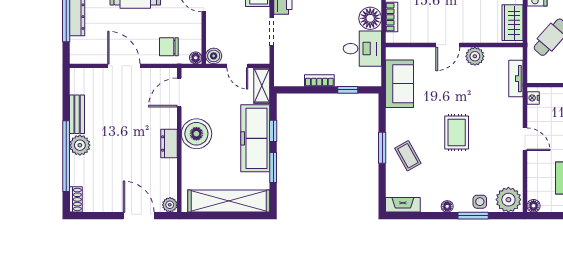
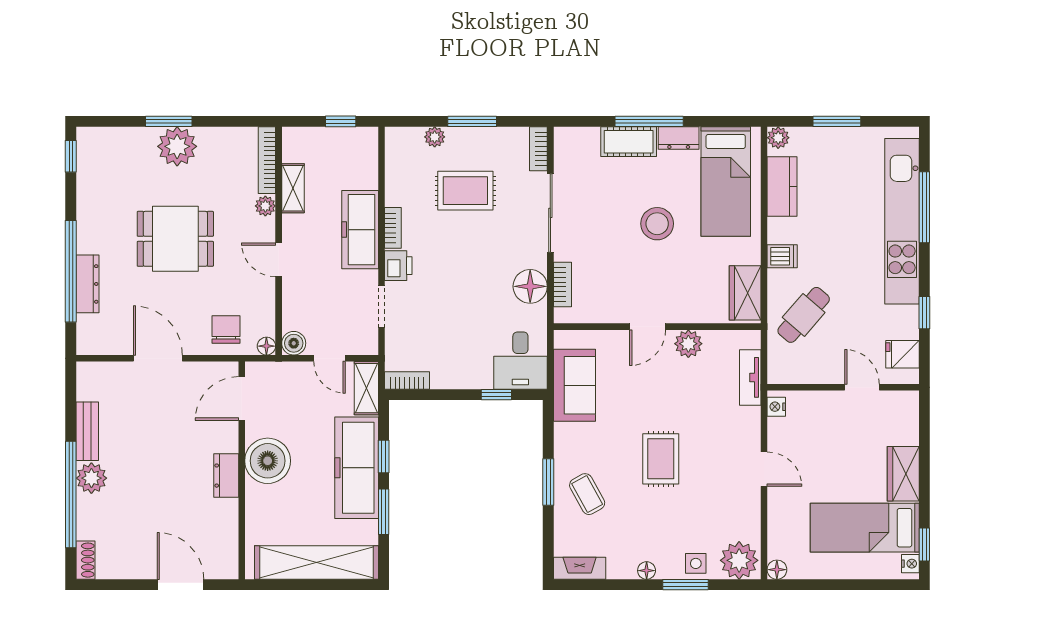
chair: (169, 47) -> (226, 329), turned 90
desk: (362, 49) -> (520, 361), moved, turned 90
bookcase: (319, 81) -> (407, 381), moved
plant: (170, 205) -> (227, 568), removed

